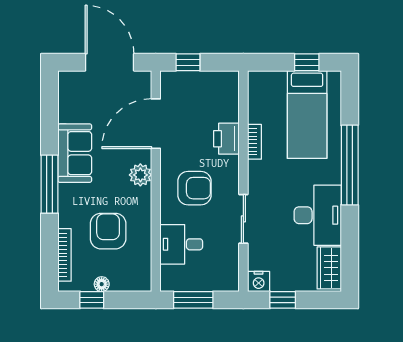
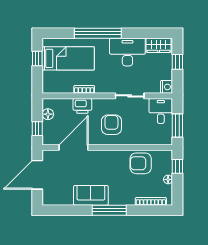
floor lamp: (212, 80) -> (48, 114), added
door: (156, 124) -> (73, 148), swing flipped
plant: (140, 175) -> (104, 157), removed
armchair: (108, 231) -> (141, 163), moved
desk: (181, 244) -> (161, 111), moved, turned 180
window: (92, 300) -> (177, 166), moved
window: (283, 300) -> (177, 62), moved

